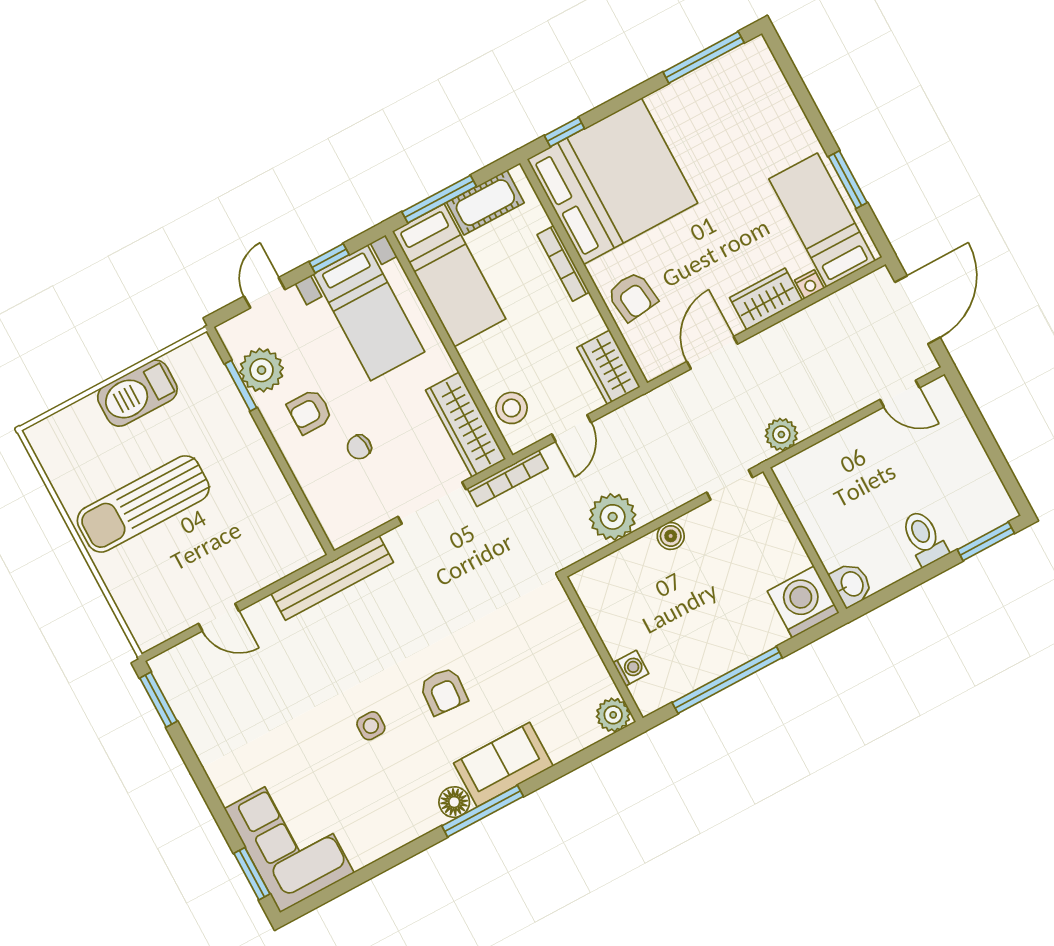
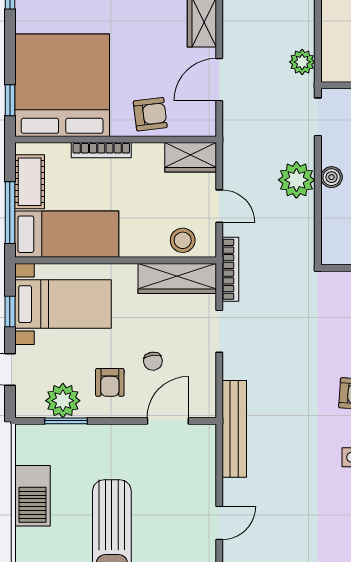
door: (712, 353) -> (219, 80), hinge flipped
door: (302, 499) -> (168, 421), added
doorway: (432, 503) -> (219, 331), width x0.73
plant: (613, 517) -> (296, 180), moved

